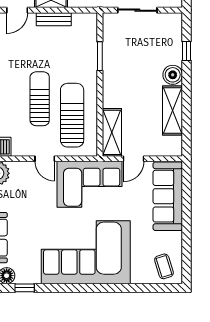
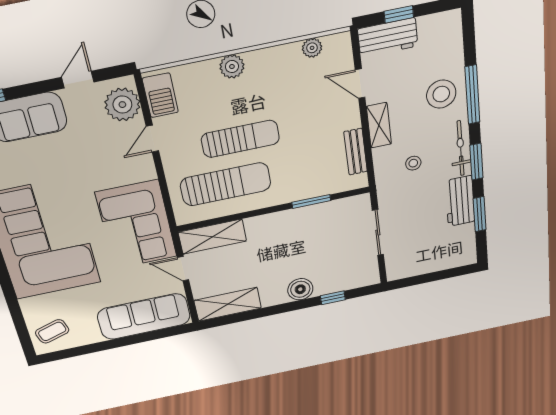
bench: (54, 19) -> (356, 152), moved
shelving: (172, 110) -> (228, 304), moved
door: (45, 159) -> (152, 139), moved

